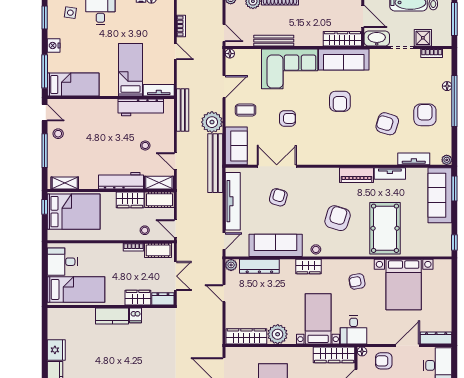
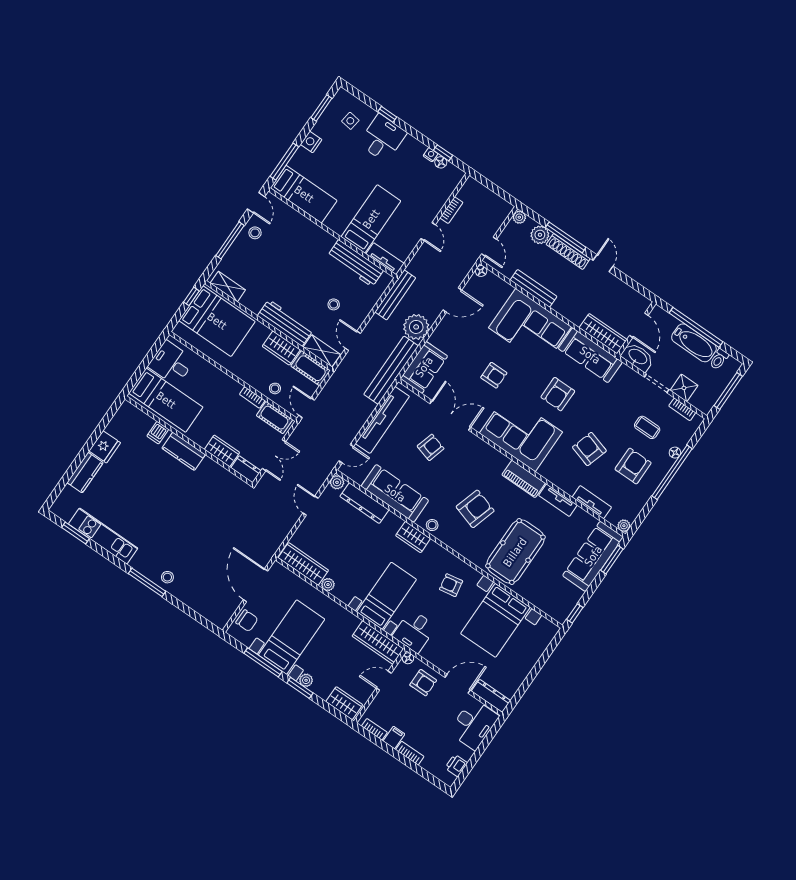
coffee table: (246, 110) -> (647, 427), moved
corner sofa: (333, 145) -> (521, 433), added
dishwasher: (135, 315) -> (158, 433), moved
plant: (278, 334) -> (328, 585), width x0.53, depth x0.53
armchair: (384, 361) -> (423, 683), turned 180

